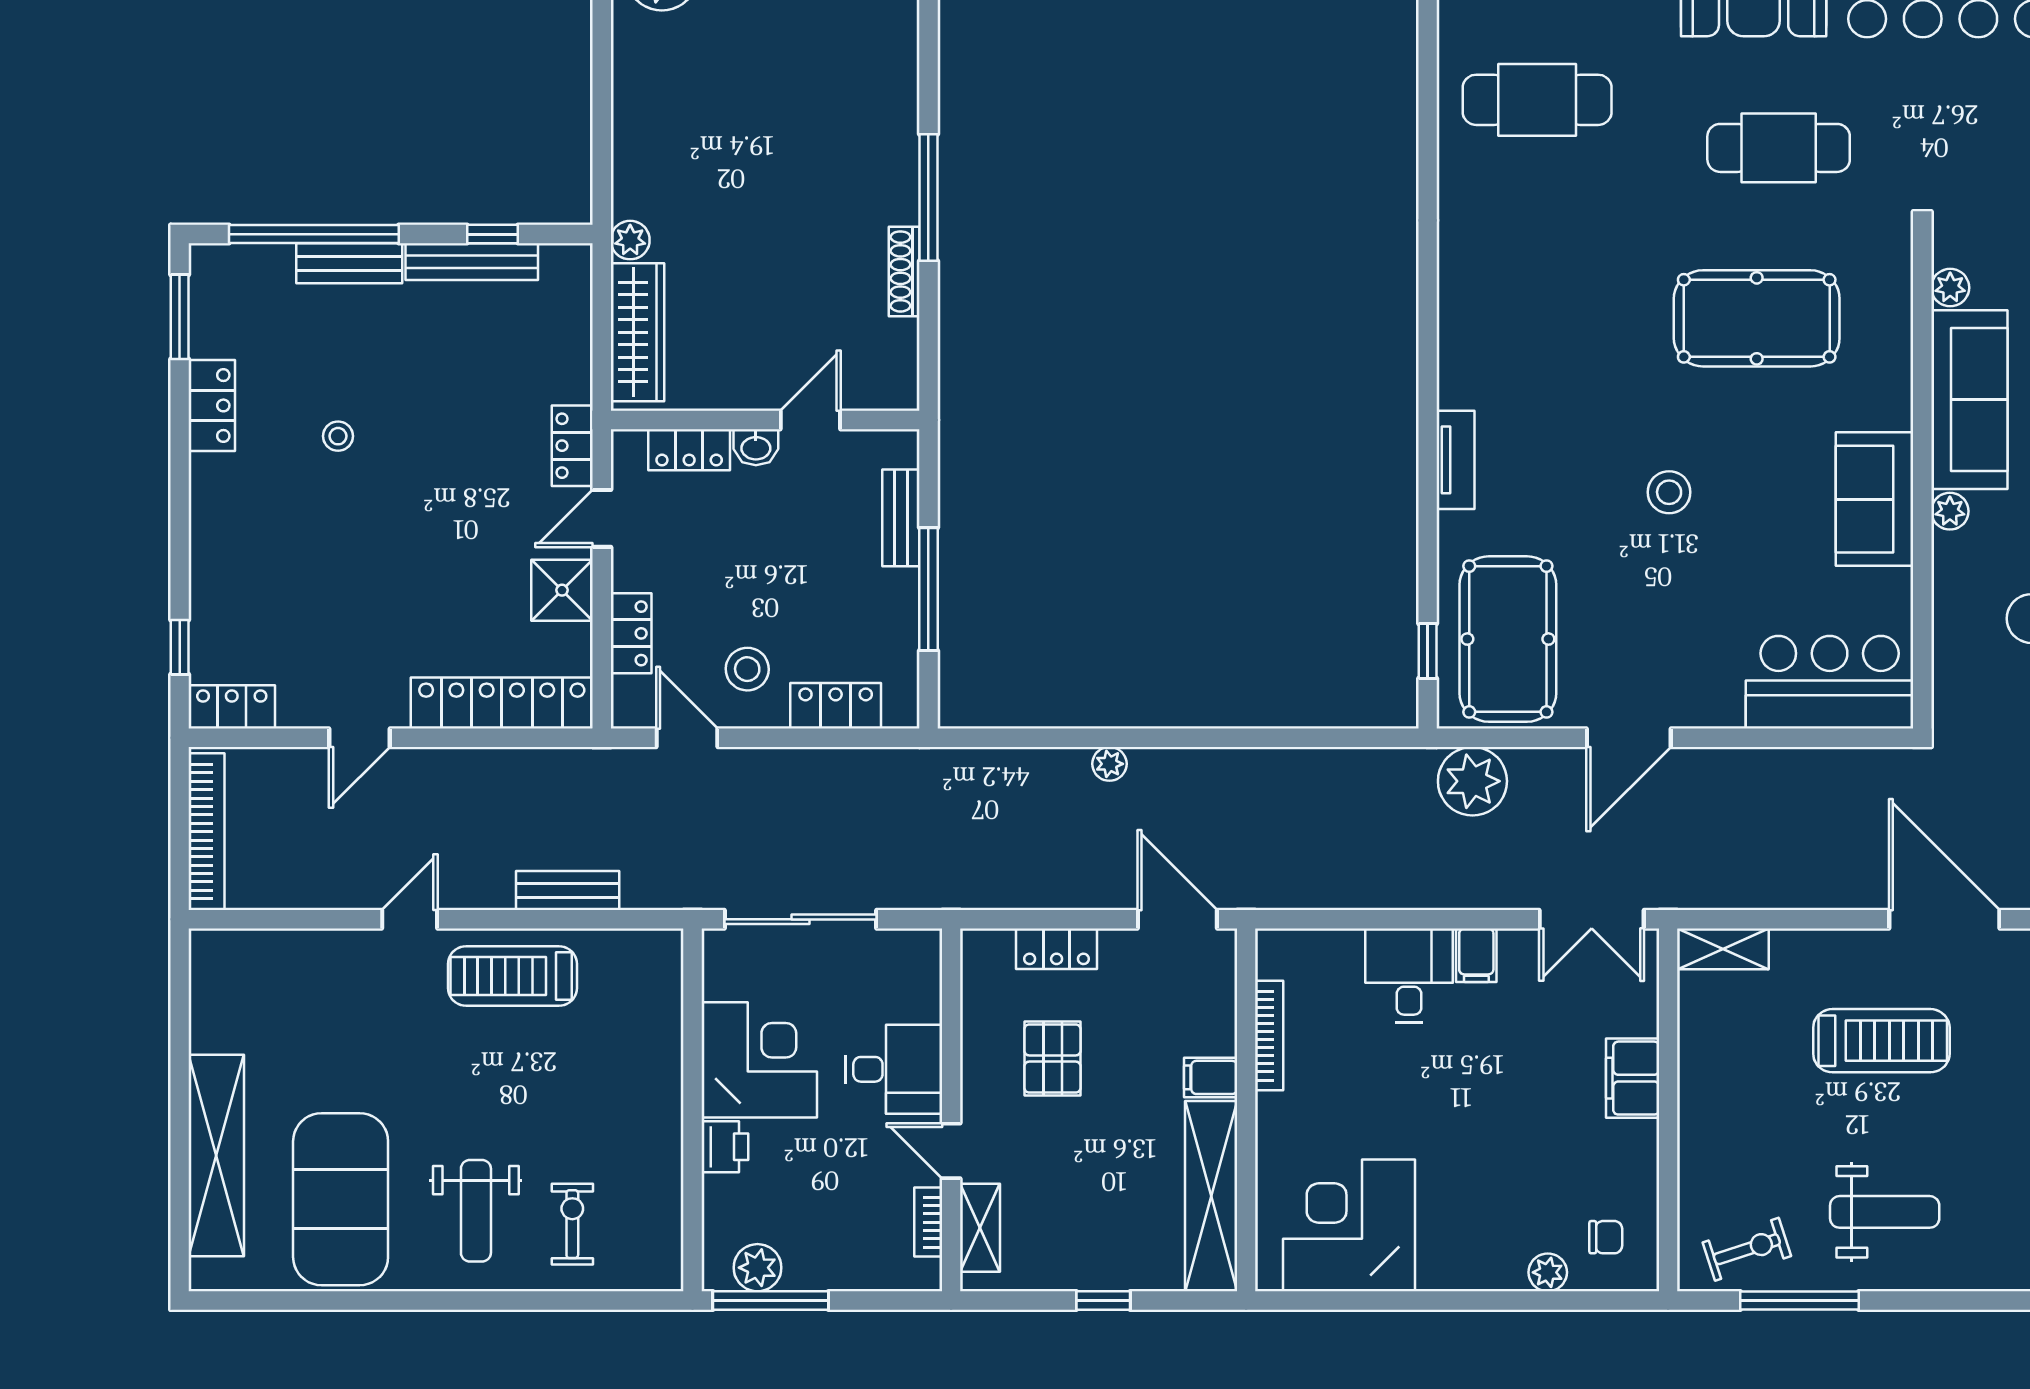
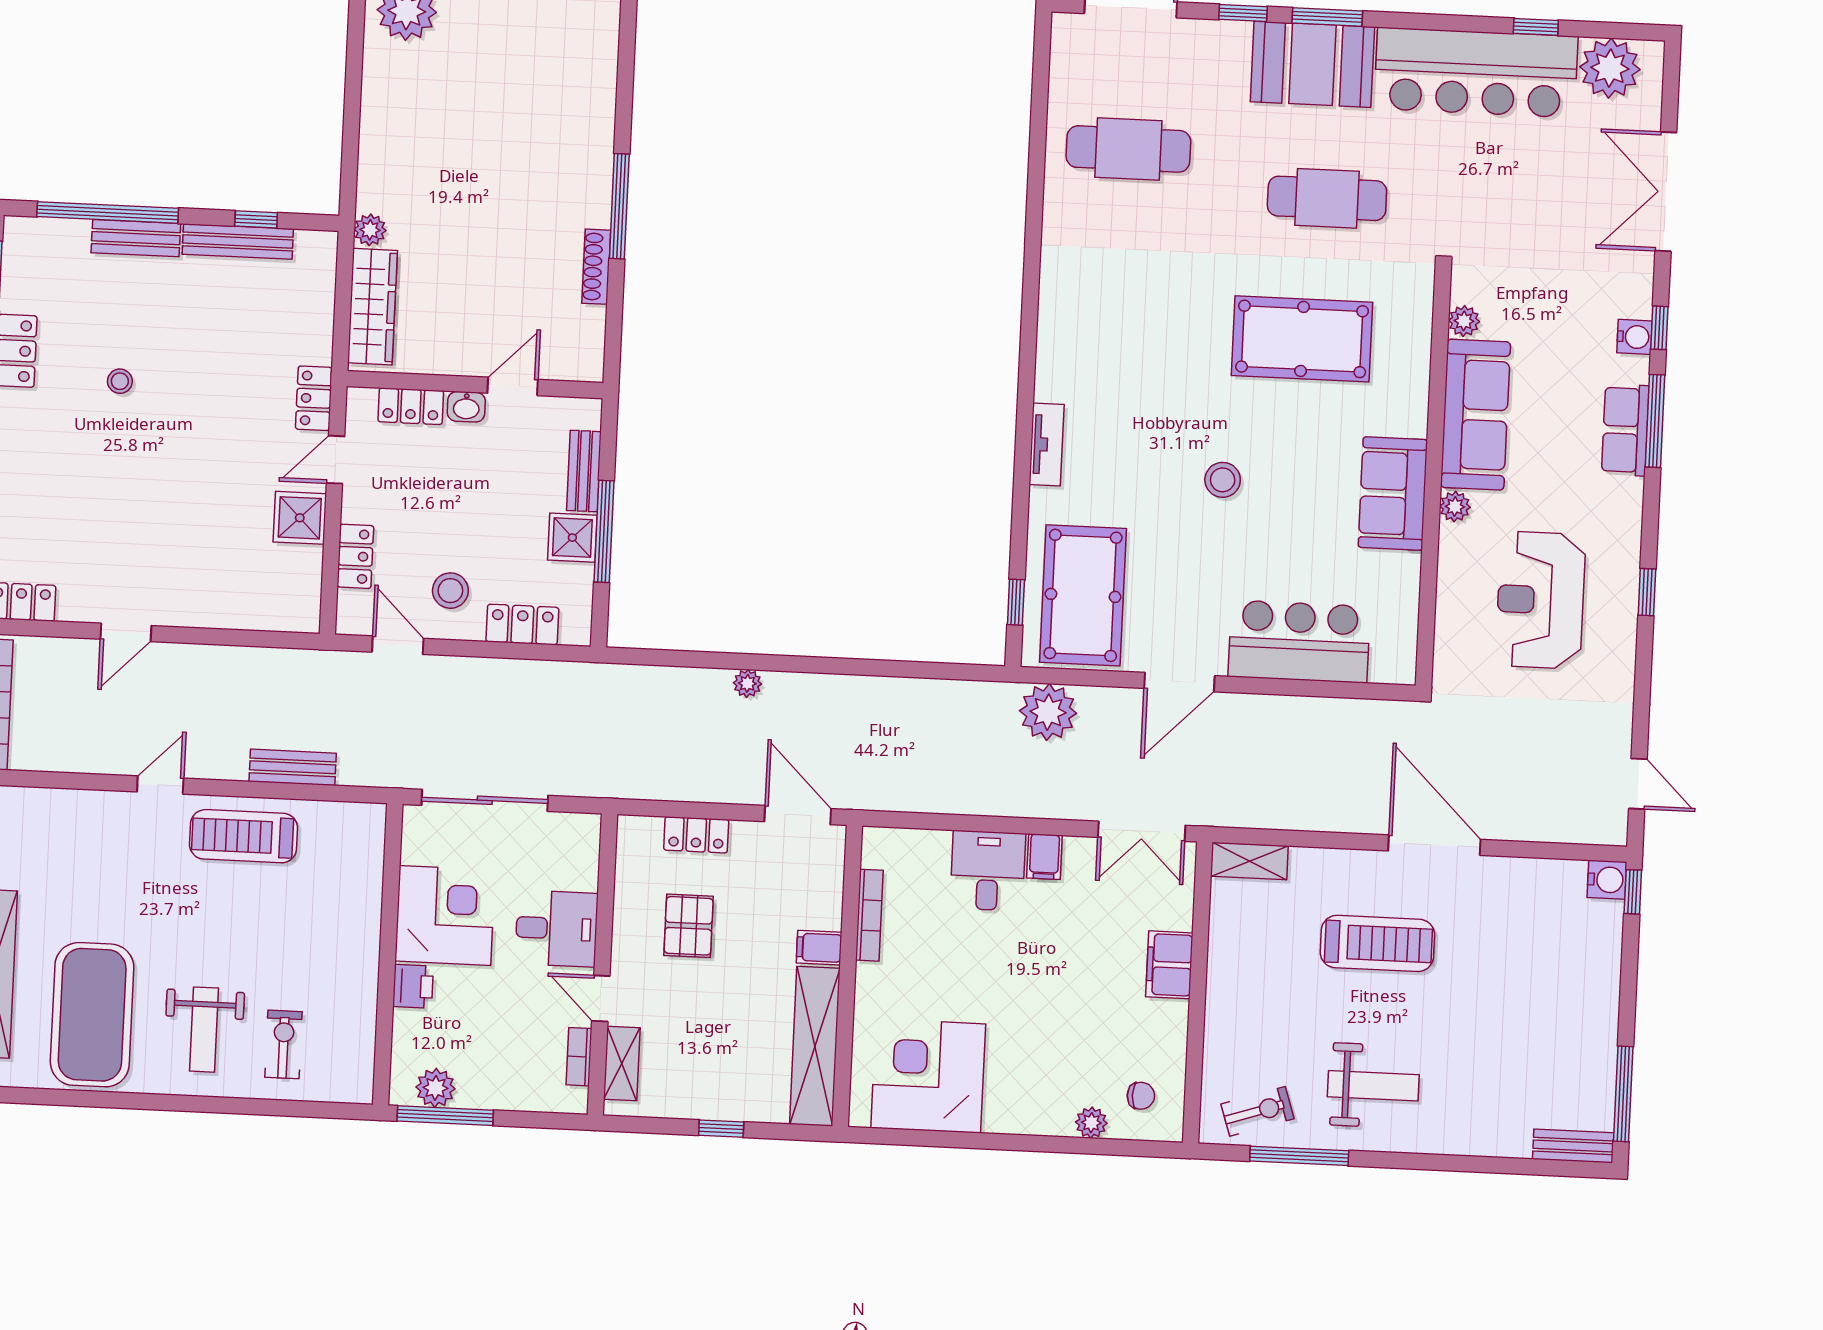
shower: (891, 598) -> (572, 538), added
bar counter: (1830, 682) -> (1299, 642), moved
locker: (502, 703) -> (245, 609), removed

